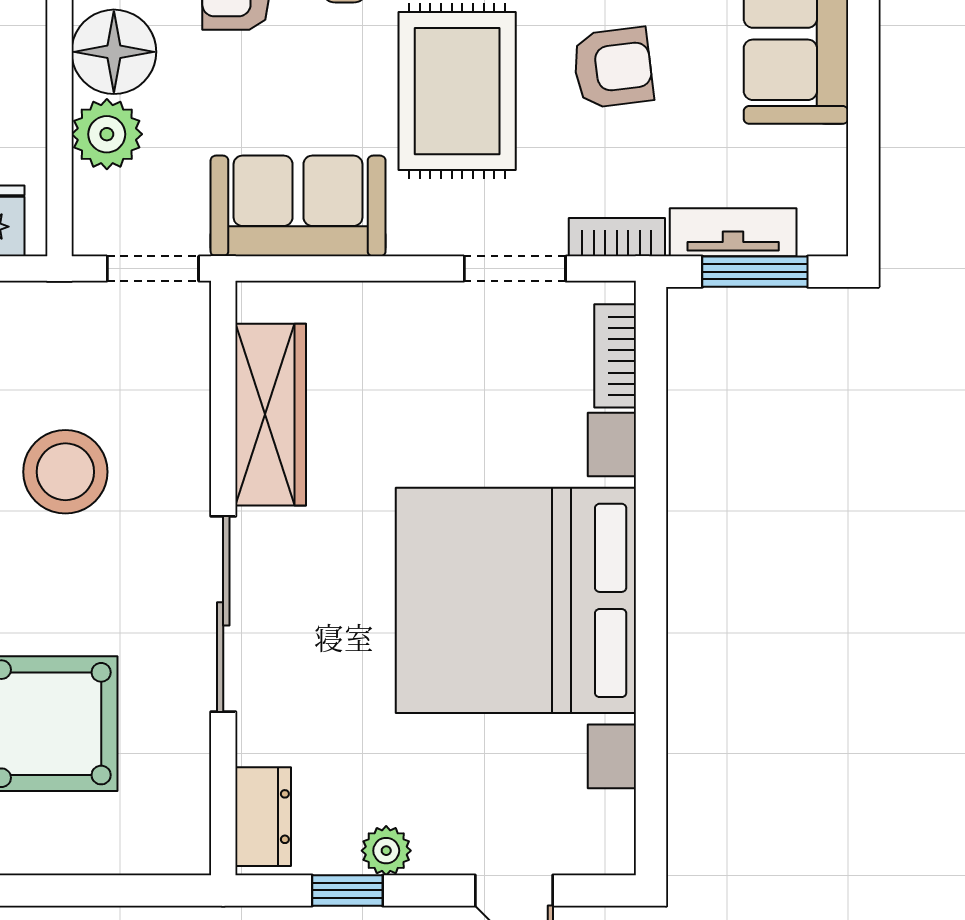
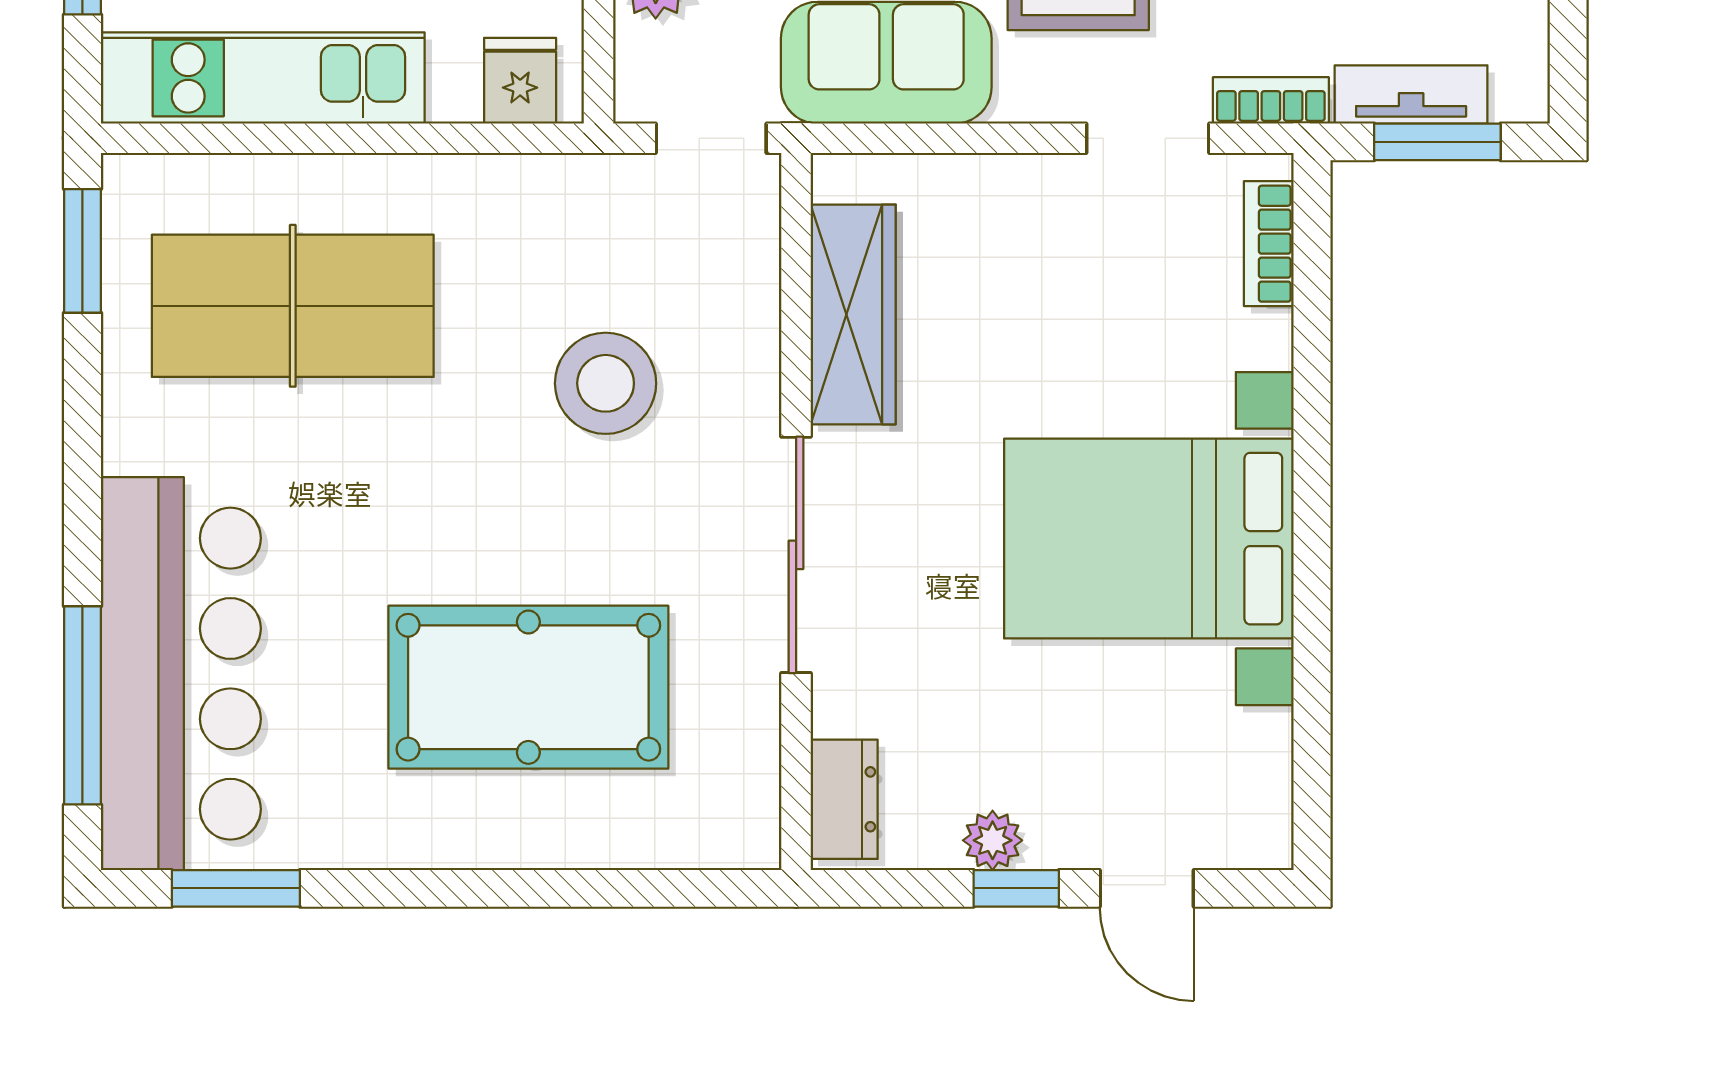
bed with nightstands: (516, 600) -> (1149, 539), width x0.73
window: (347, 890) -> (1016, 888), moved

